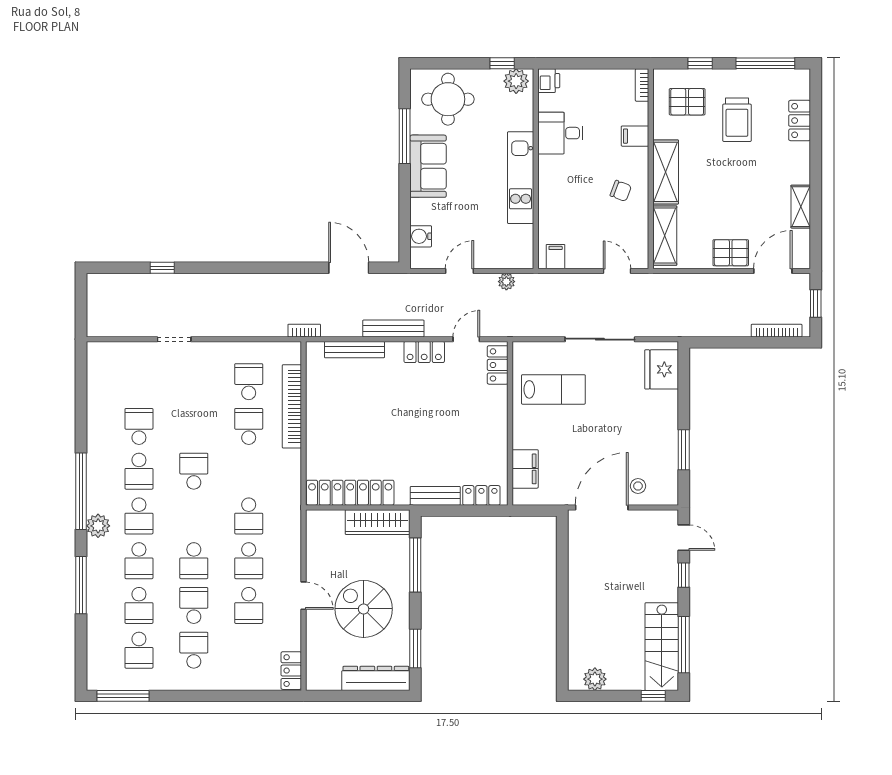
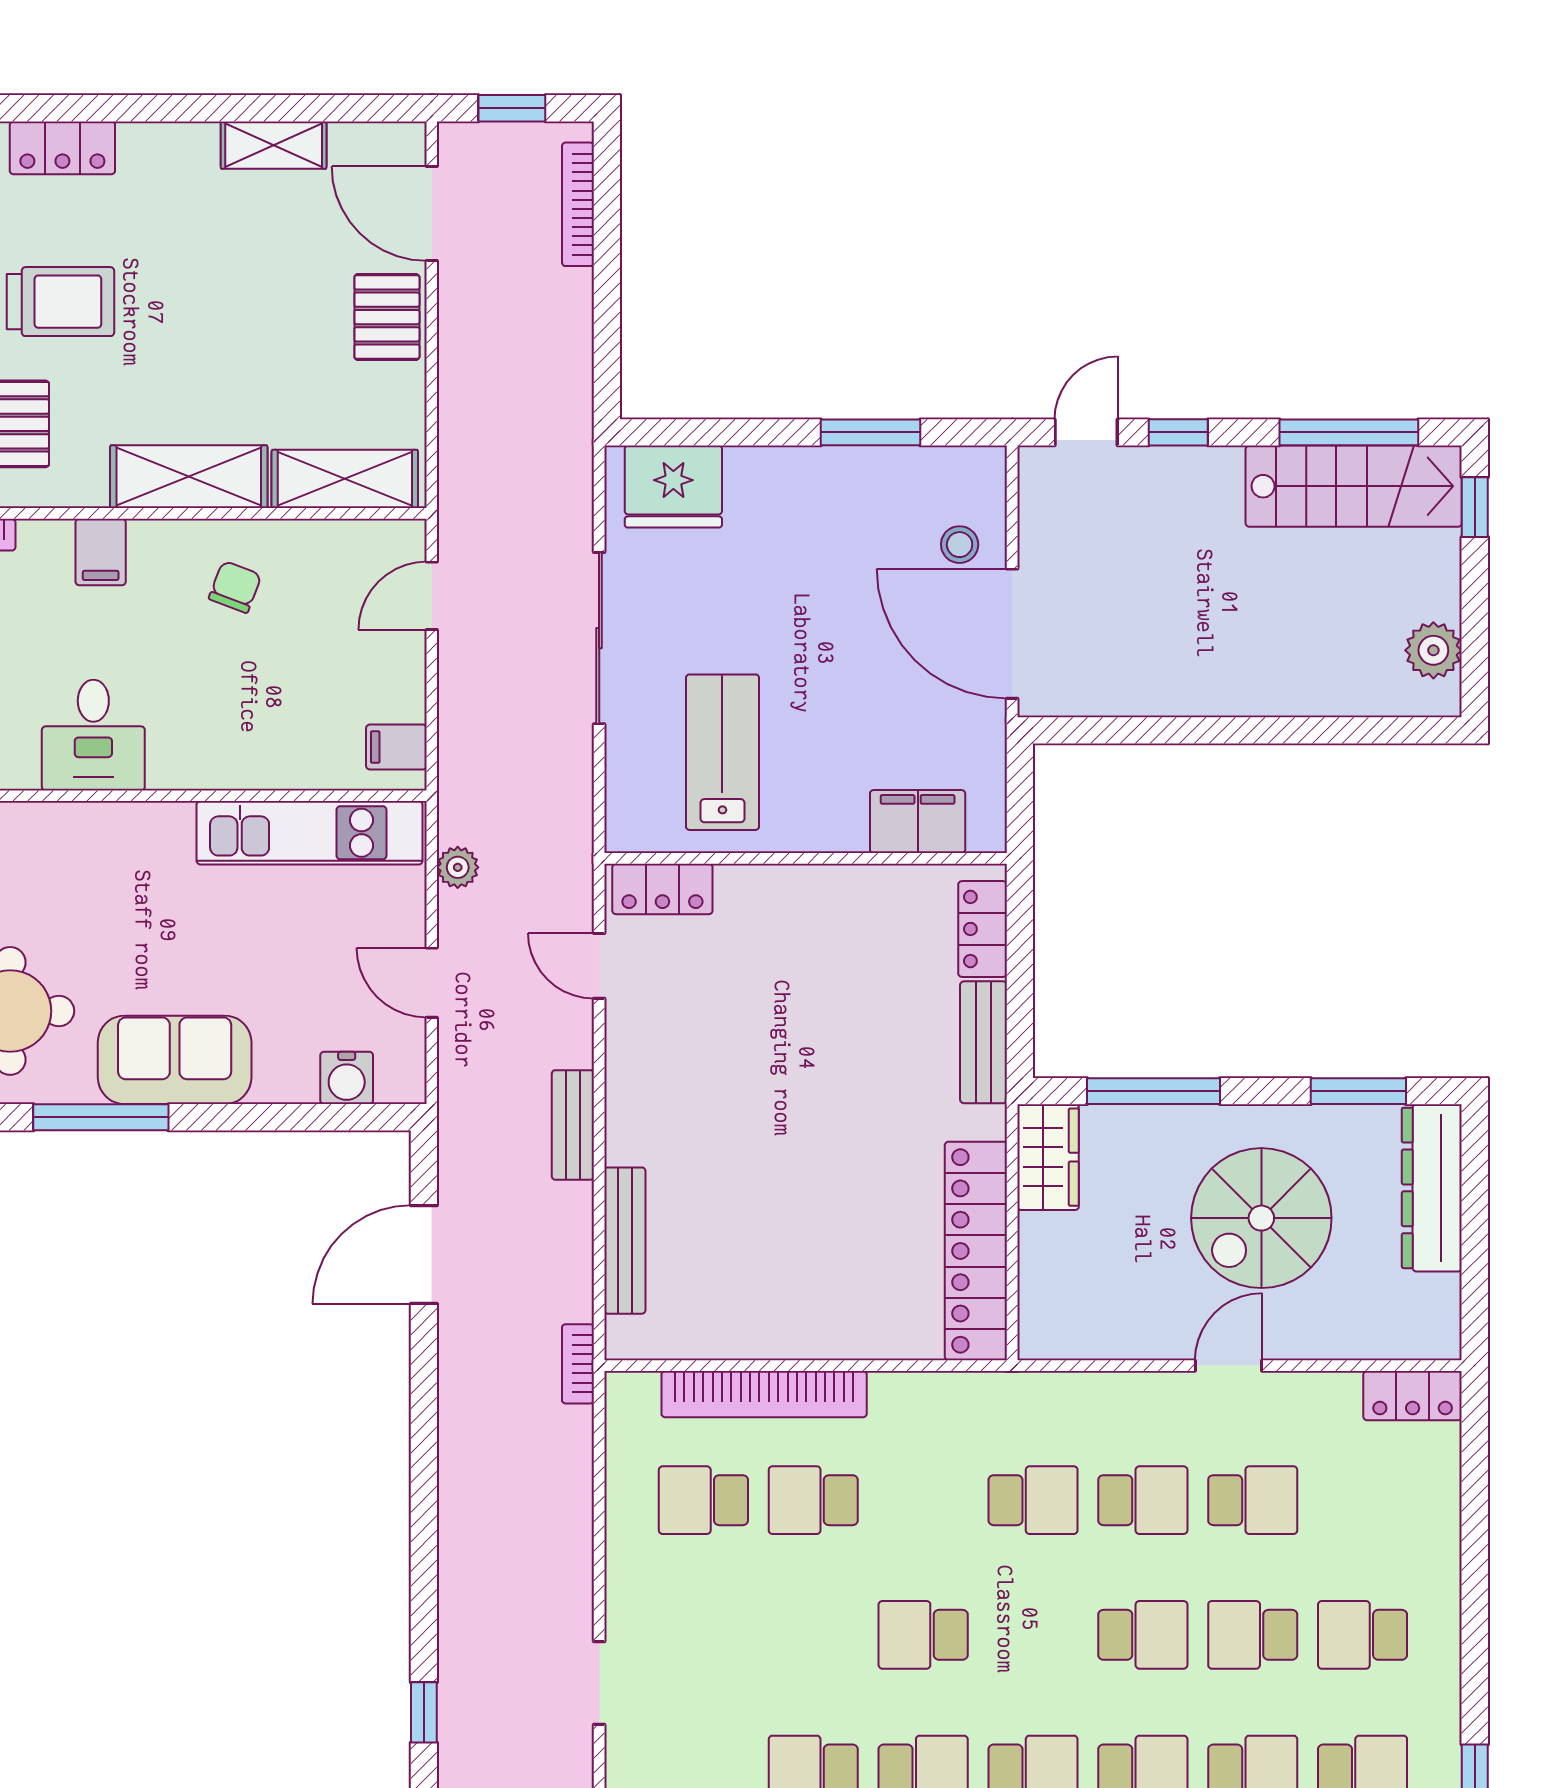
kitchen unit: (521, 178) -> (310, 833), moved
bench: (393, 328) -> (573, 1125), width x0.73
locker: (424, 352) -> (631, 1069), removed
wardrobe: (378, 522) -> (1048, 1157), width x0.67

